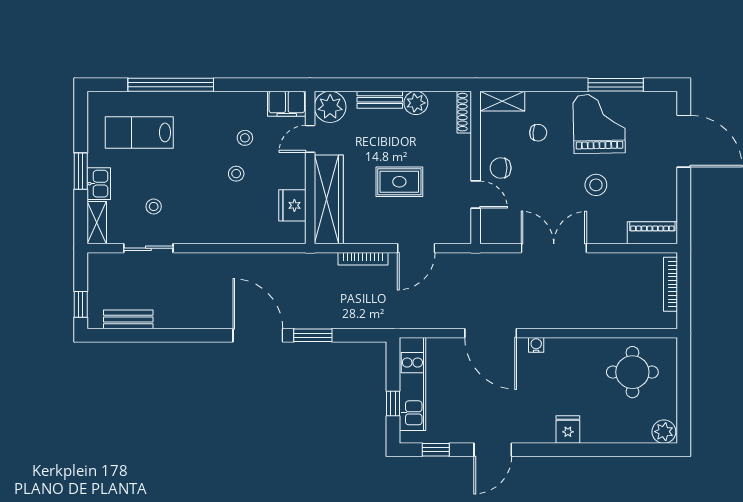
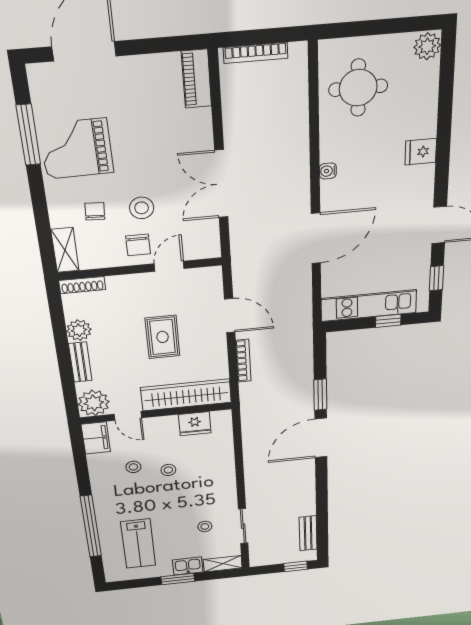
stool: (596, 185) -> (142, 208), moved
water cooler: (536, 345) -> (328, 171), moved

